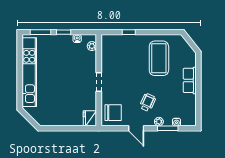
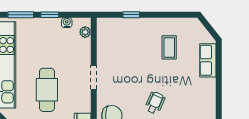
coffee table: (159, 58) -> (169, 47), width x0.54, depth x0.58
row of seats: (190, 80) -> (208, 60), moved
cafe table: (61, 92) -> (47, 90), added

